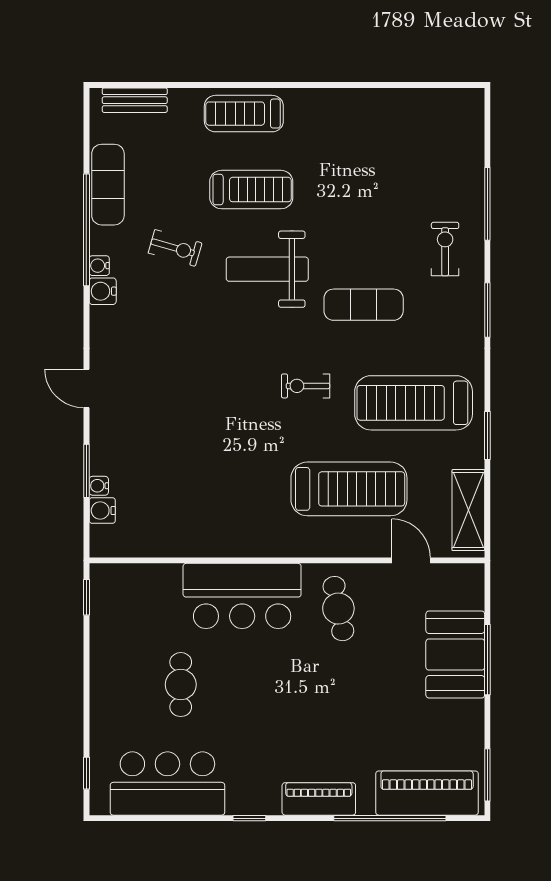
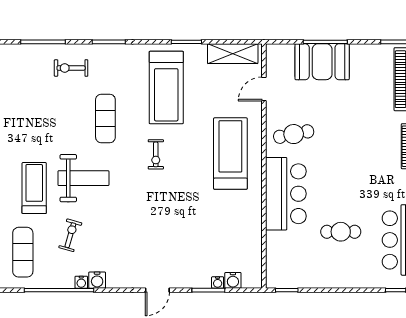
exercise mat: (108, 185) -> (23, 252), moved, turned 90
weight bench: (267, 269) -> (83, 178), turned -90
treadmill: (349, 489) -> (230, 154), moved

